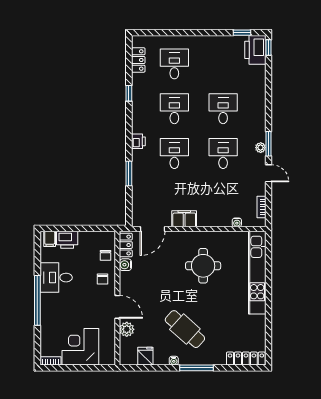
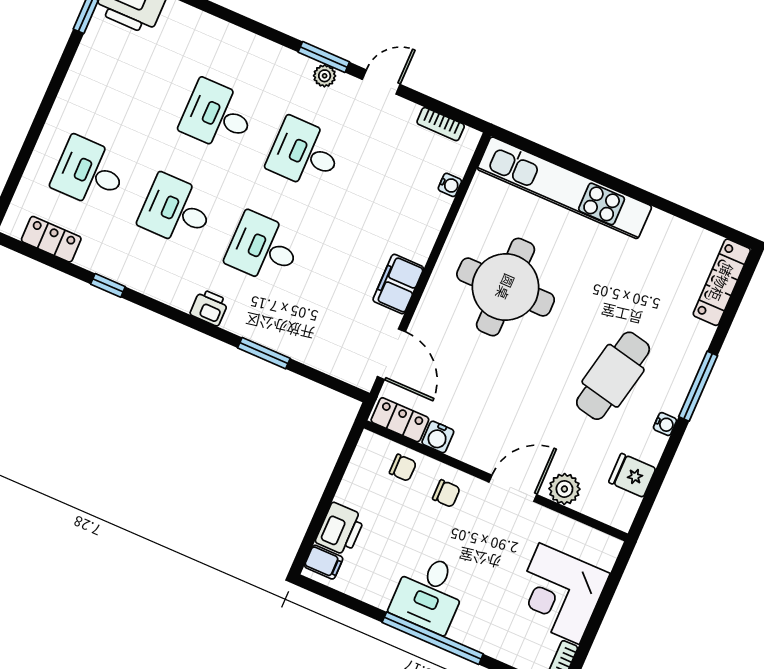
round table: (203, 266) -> (506, 287), width x1.36, depth x1.36
desk: (56, 278) -> (429, 593), moved
cafe table: (185, 329) -> (613, 376), turned -30

